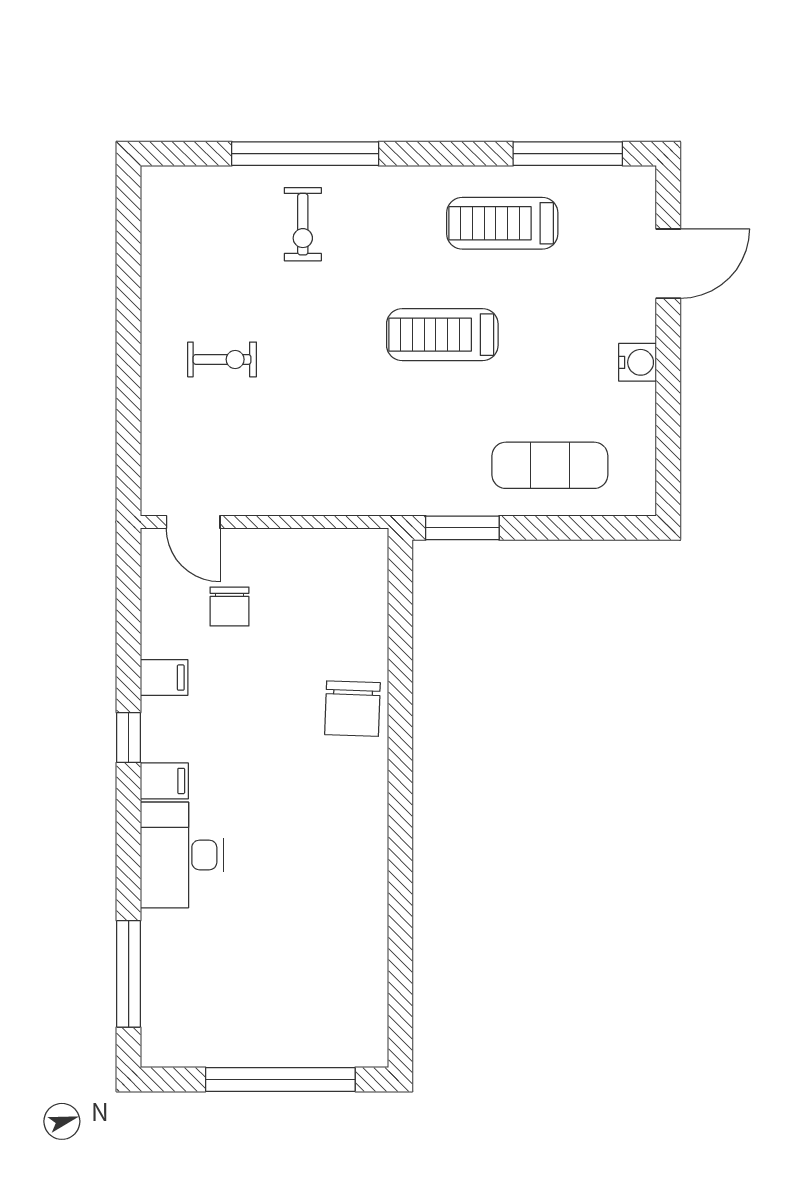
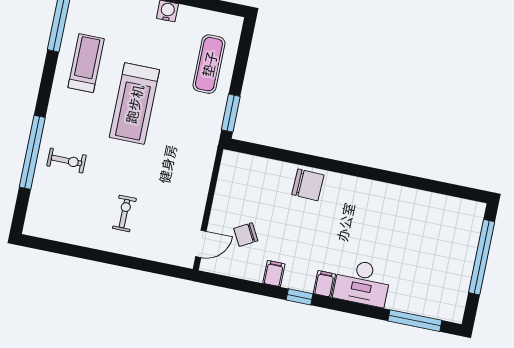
treadmill: (502, 223) -> (86, 63), turned 180
treadmill: (442, 335) -> (134, 104), width x1.37, depth x1.38
chair: (230, 607) -> (246, 235), turned 151

